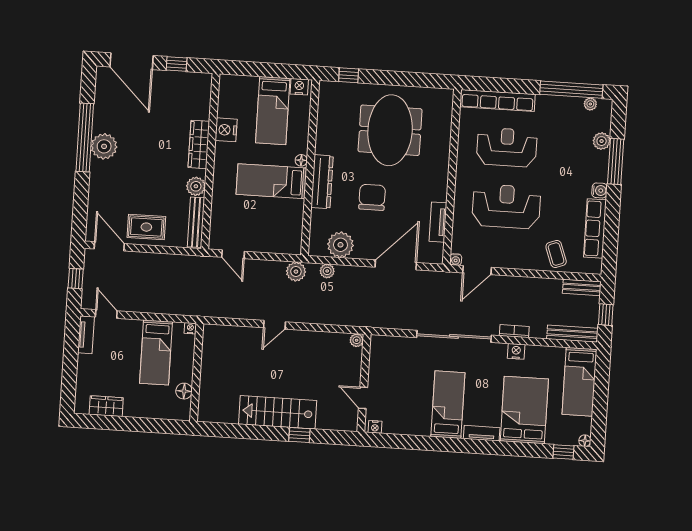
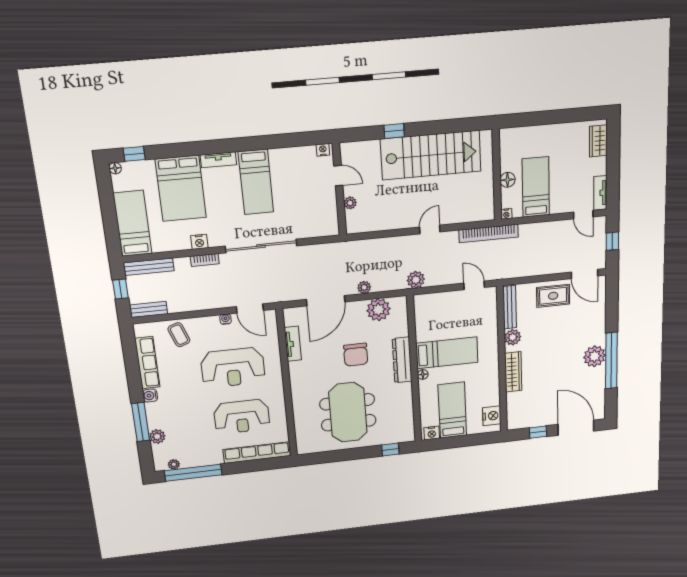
nightstand: (226, 130) -> (492, 416), moved
water cooler: (456, 260) -> (226, 319), moved
door: (477, 270) -> (250, 309), swing flipped
plant: (327, 271) -> (364, 287), moved
bookcase: (212, 310) -> (489, 233), added
plant: (357, 340) -> (350, 203), moved
floor lamp: (184, 391) -> (508, 180), moved
wardrobe: (106, 406) -> (598, 141), moved, turned 90
stairs: (278, 412) -> (431, 155), width x1.36, depth x1.51

